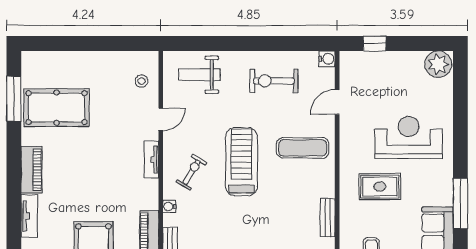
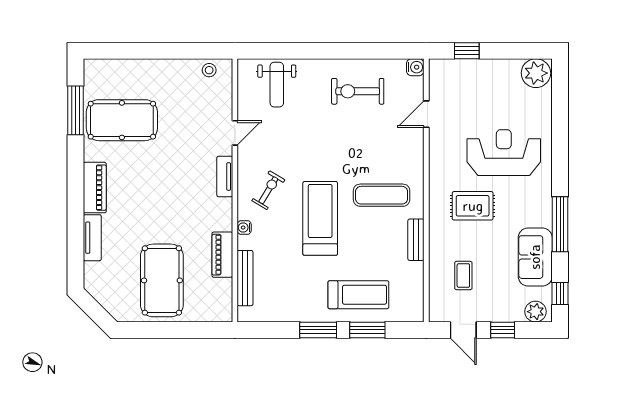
weight bench: (199, 75) -> (277, 85), turned -90
stool: (142, 81) -> (209, 70), moved
exercise mat: (303, 148) -> (382, 195), moved
treadmill: (241, 162) -> (320, 218), moved

